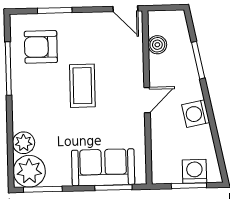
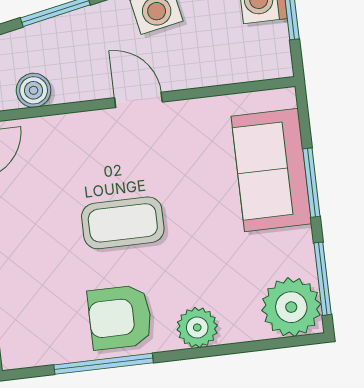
armchair: (41, 47) -> (120, 317), moved, turned 90
plant: (24, 143) -> (197, 328), moved
window: (113, 188) -> (311, 183), moved

